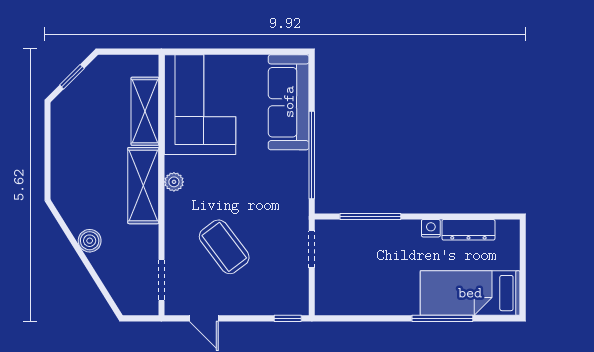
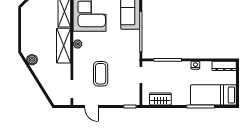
dresser: (468, 230) -> (224, 66), moved
boiler: (90, 241) -> (32, 60), moved
coffee table: (224, 247) -> (101, 74), turned 37
wardrobe: (355, 302) -> (160, 99), added

